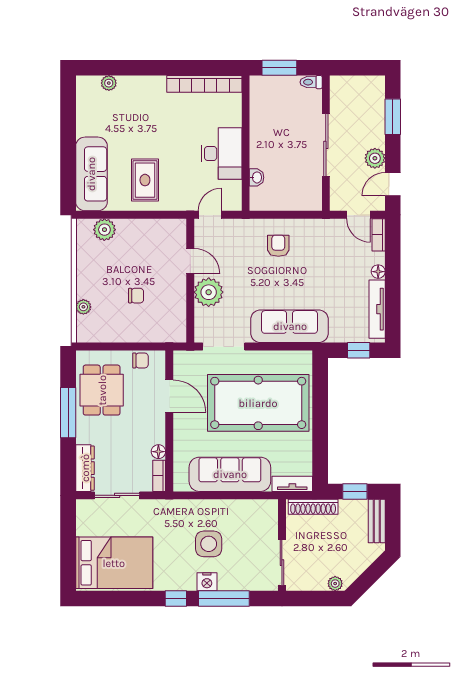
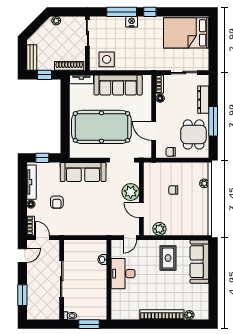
bookcase: (204, 84) -> (162, 315), moved
plant: (375, 158) -> (33, 271), removed
plant: (104, 230) -> (159, 229), moved
armchair: (278, 246) -> (57, 202), moved
dresser: (85, 468) -> (203, 100), moved
side table: (209, 544) -> (107, 59), moved

